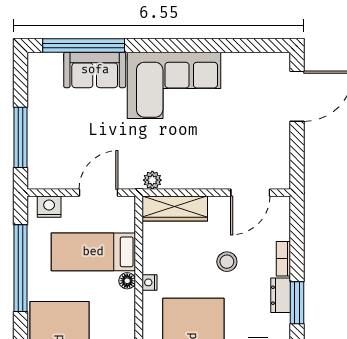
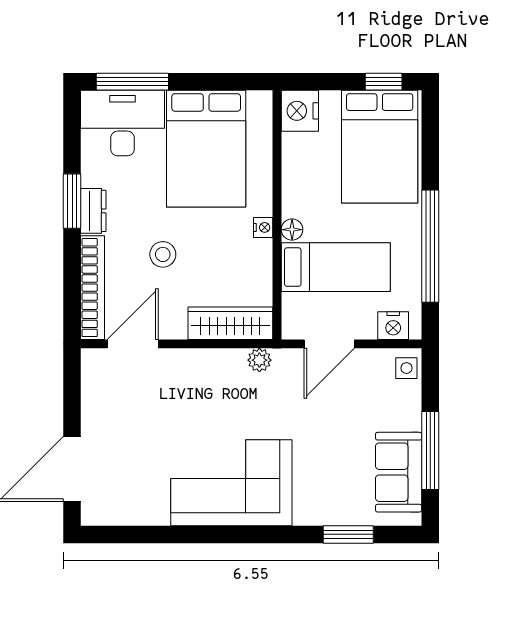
window: (84, 45) -> (348, 534), width x0.47
sofa: (95, 70) -> (399, 472), moved, turned -90
window: (20, 137) -> (430, 451), moved
side table: (39, 174) -> (406, 368), added
bookcase: (283, 259) -> (92, 288), width x2.31, depth x1.31

